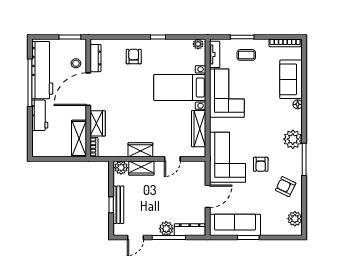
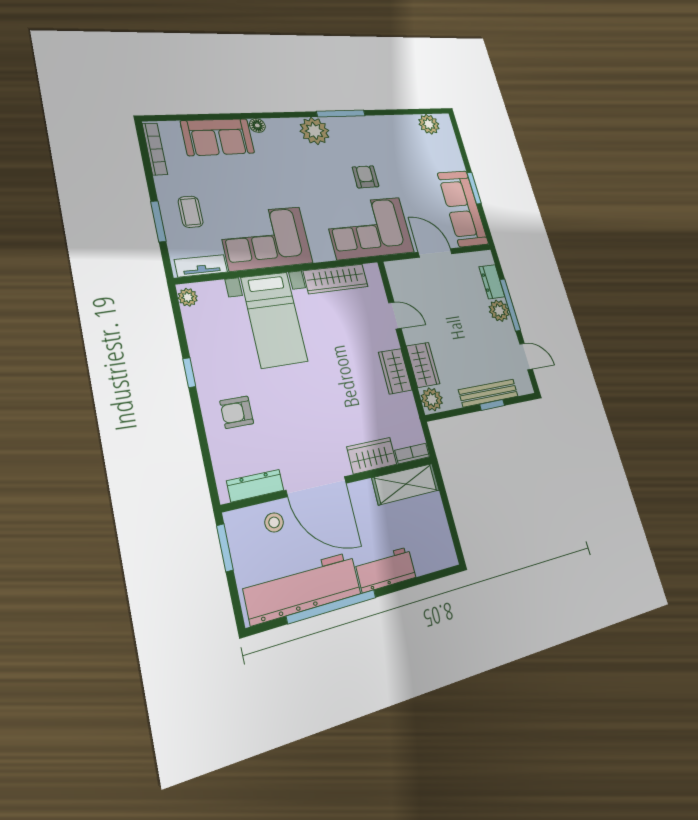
armchair: (261, 164) -> (366, 177), turned -90
armchair: (286, 187) -> (388, 139), removed
dresser: (190, 230) -> (492, 282), width x0.70

